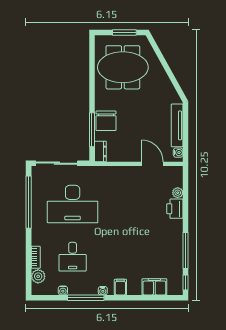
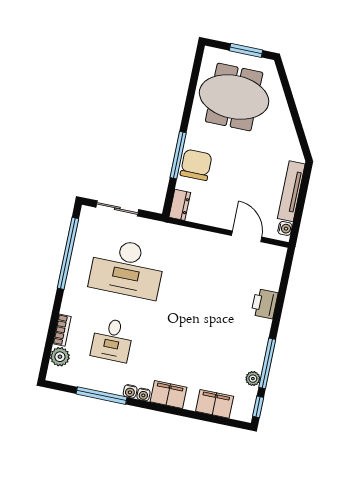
chair: (106, 121) -> (196, 165), turned 180
window: (92, 130) -> (178, 155), moved
sliding door: (57, 163) -> (117, 208), width x0.73
plant: (178, 193) -> (253, 379), moved
filing cabinet: (120, 287) -> (168, 395), width x2.00
water cooler: (63, 290) -> (130, 391), moved
window: (86, 298) -> (101, 396), moved

